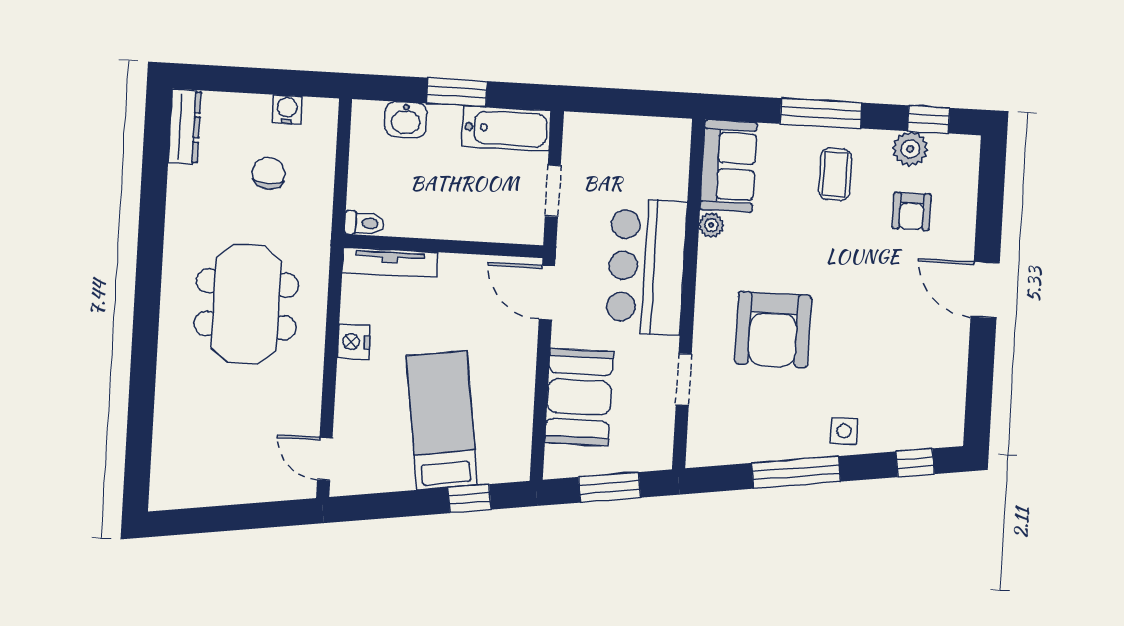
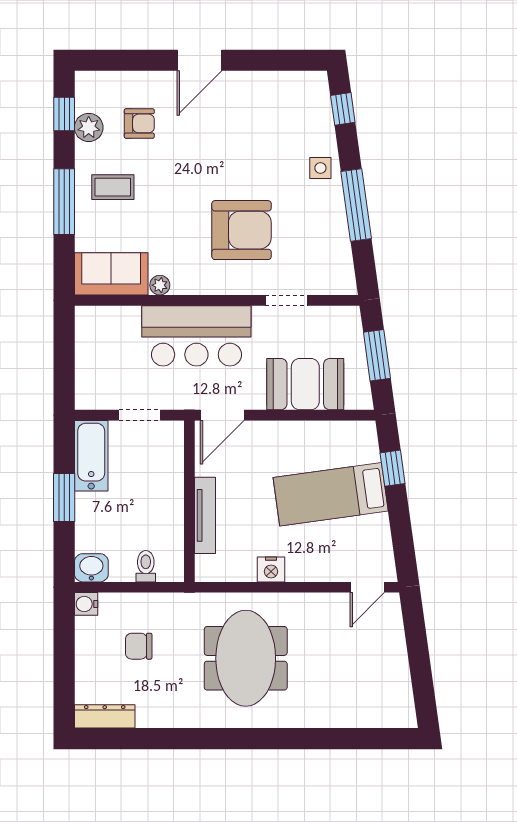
water cooler: (287, 110) -> (86, 604), moved
washbasin: (406, 120) -> (91, 568), moved, turned -90
toilet: (364, 223) -> (146, 566), moved
tv unit: (390, 262) -> (205, 515), moved
meeting table: (246, 304) -> (246, 658), turned 90

